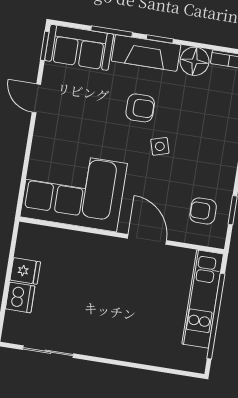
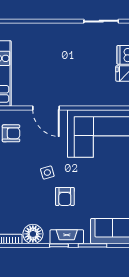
fireplace: (146, 53) -> (67, 237), width x0.73, depth x0.76
armchair: (140, 108) -> (65, 196), turned -90

